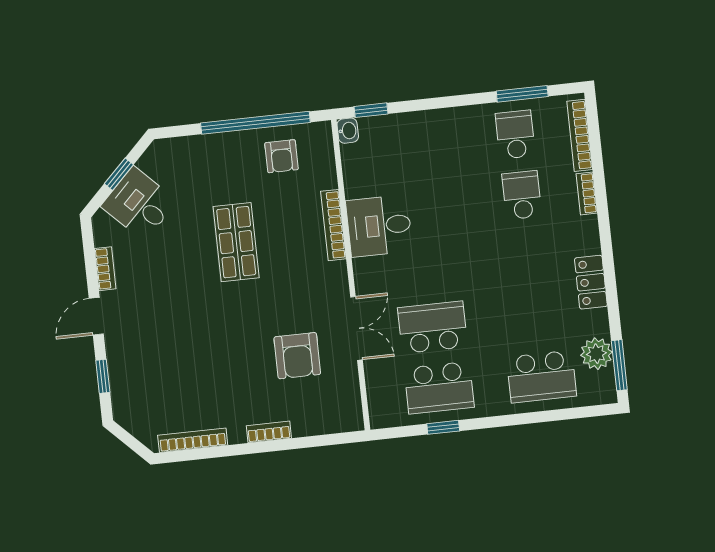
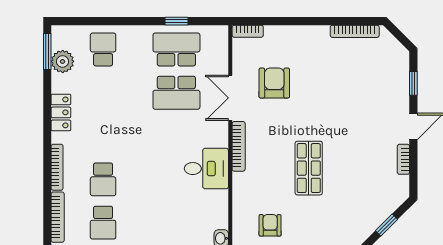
bookcase: (587, 193) -> (57, 167), width x1.56
desk: (139, 204) -> (374, 203), removed
bookcase: (333, 225) -> (239, 146), moved
school desk: (542, 377) -> (103, 49), width x0.54
bookcase: (269, 432) -> (248, 31), moved

